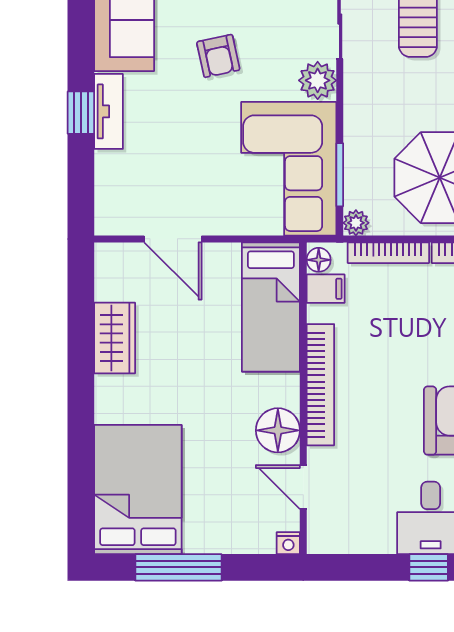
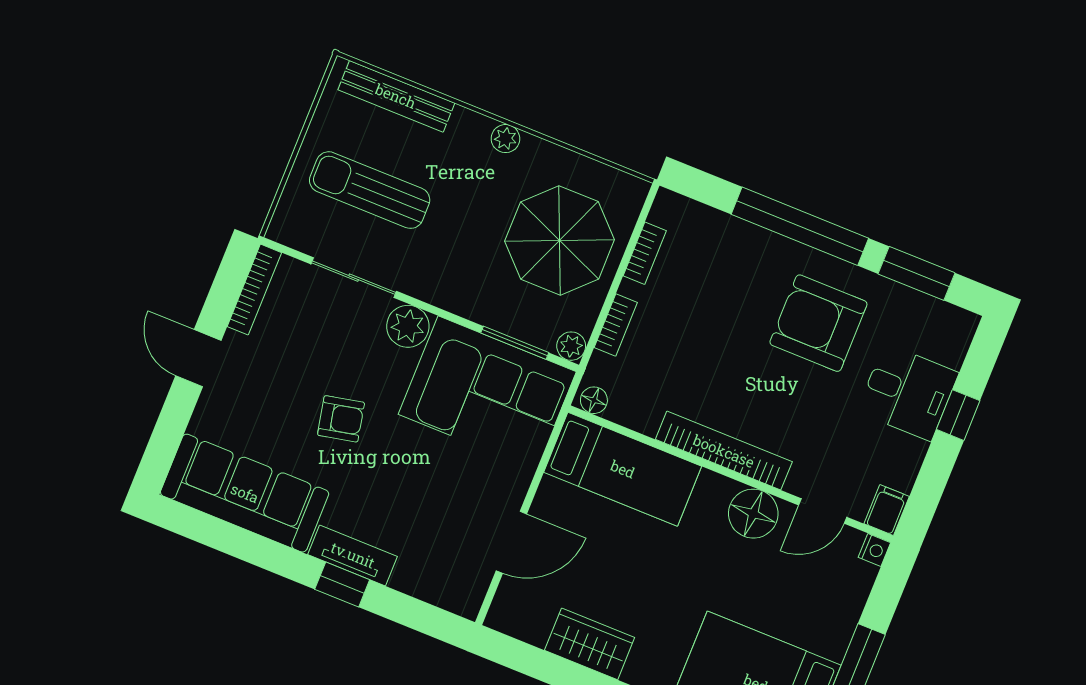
bookcase: (388, 253) -> (616, 325), width x0.64
filing cabinet: (326, 289) -> (887, 510), moved

